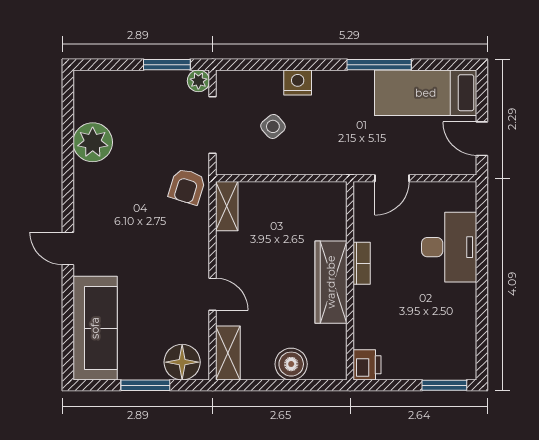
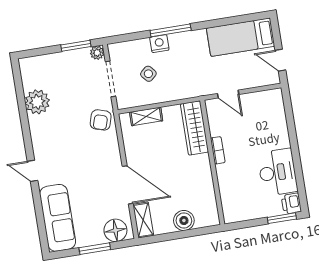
window: (379, 65) -> (171, 30), moved
door: (392, 178) -> (228, 94), hinge flipped
shelving: (227, 206) -> (146, 116), moved, turned 90
desk: (449, 247) -> (278, 172), moved
wardrobe: (331, 282) -> (194, 128), moved
door: (213, 294) -> (128, 185), width x1.88
printer: (367, 365) -> (291, 204), moved, turned 180

